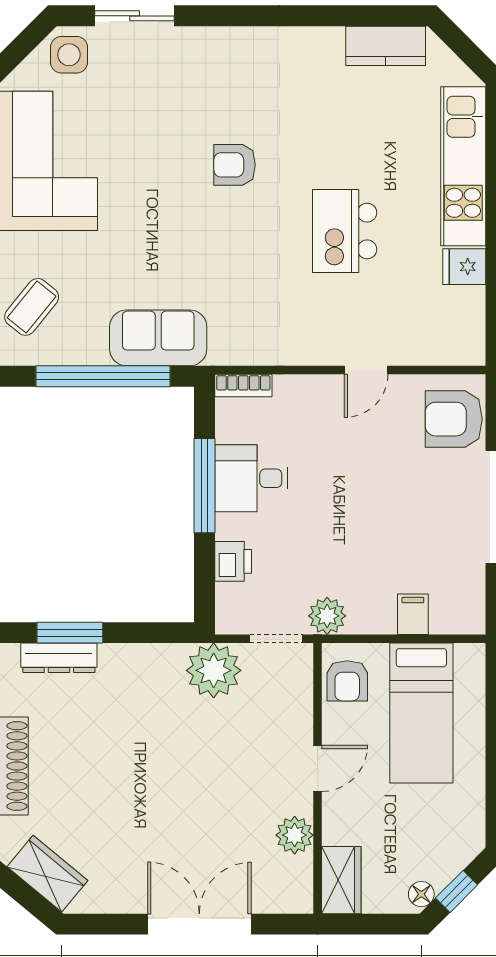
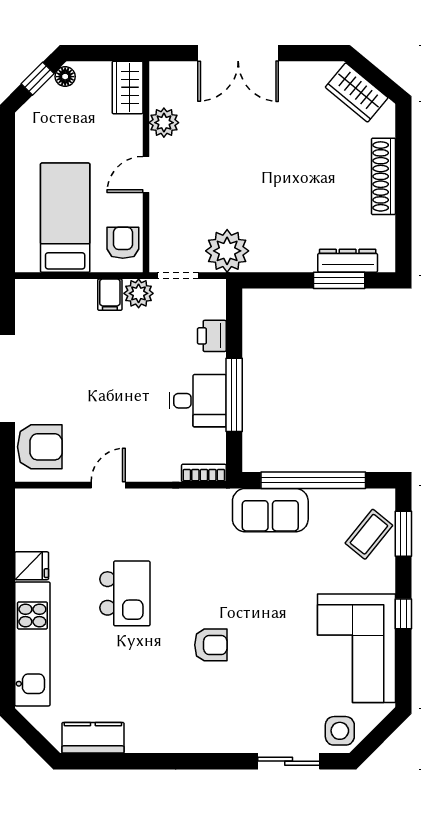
filing cabinet: (413, 614) -> (110, 295), moved

